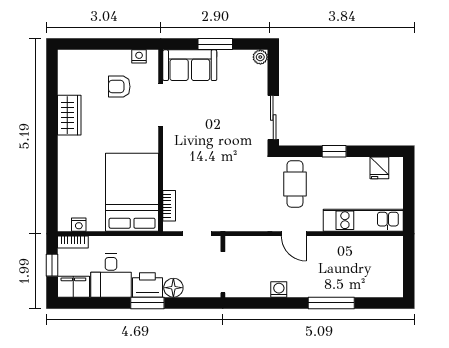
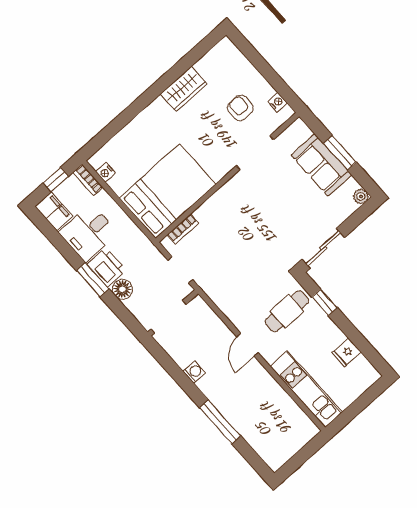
sofa: (190, 65) -> (321, 165), moved
window: (334, 151) -> (324, 302), moved
fridge: (379, 168) -> (346, 353), moved

